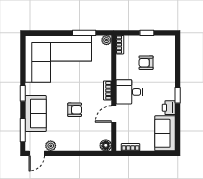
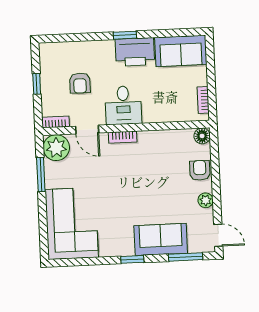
plant: (106, 40) -> (56, 148), width x1.88, depth x1.88
corner sofa: (58, 59) -> (72, 223), width x0.73, depth x0.74
printer: (169, 108) -> (135, 52), width x1.87, depth x1.48
armchair: (75, 110) -> (200, 170), moved
door: (114, 114) -> (87, 130), moved
plant: (51, 146) -> (206, 200), moved

